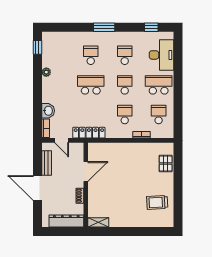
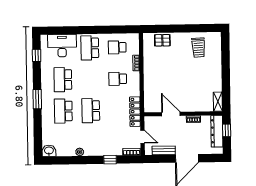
window: (37, 47) -> (110, 160), moved
school desk: (91, 55) -> (63, 111), width x1.85
school desk: (125, 55) -> (63, 80), width x1.85
school desk: (125, 85) -> (90, 79), removed
washbasin: (48, 111) -> (49, 151), moved
door: (62, 140) -> (142, 137), hinge flipped
window: (67, 231) -> (227, 130), added

